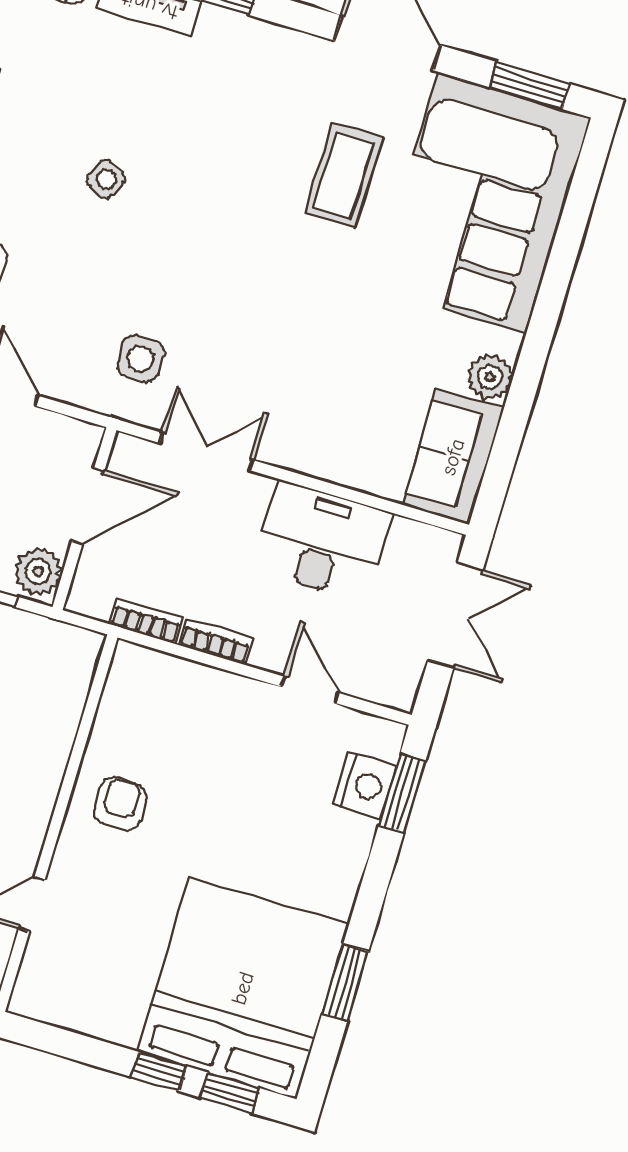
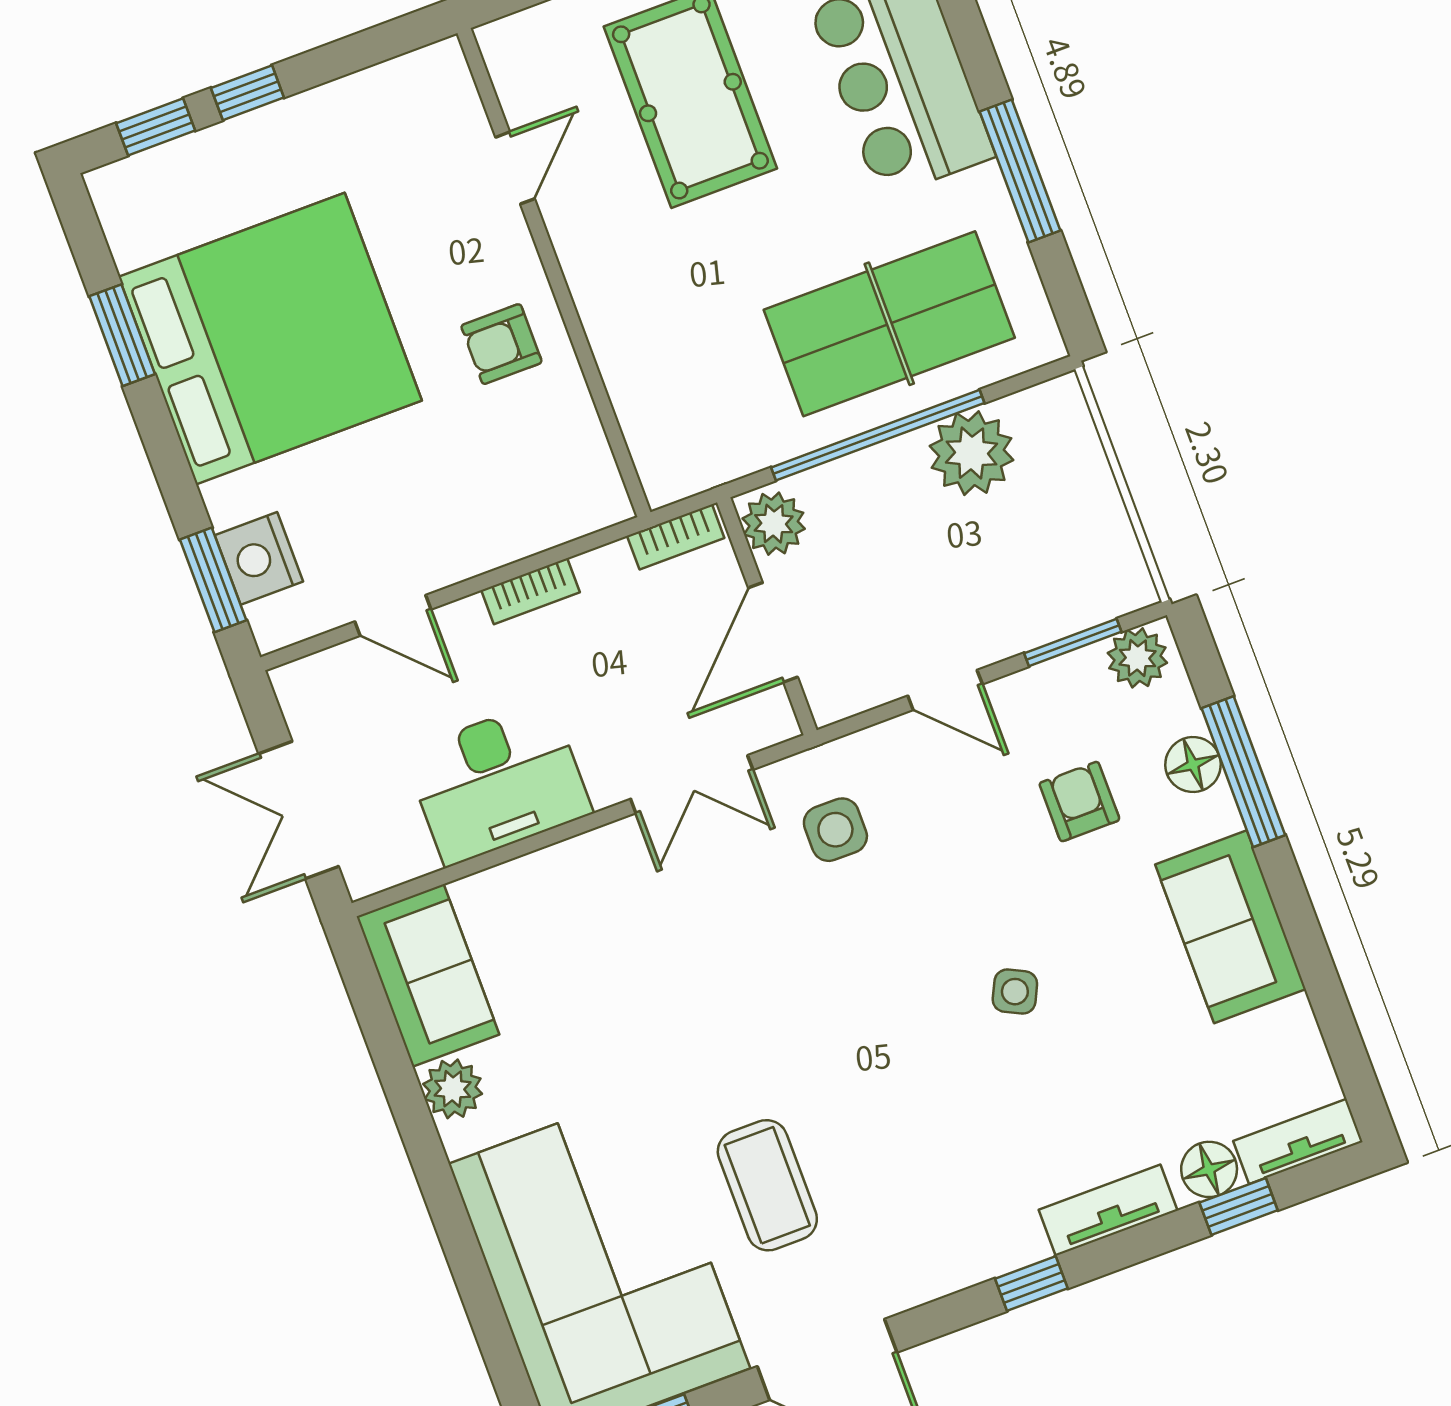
bookcase: (146, 621) -> (676, 537), moved
armchair: (120, 804) -> (501, 344), turned 90
bed: (243, 988) -> (270, 339), moved, turned -90

